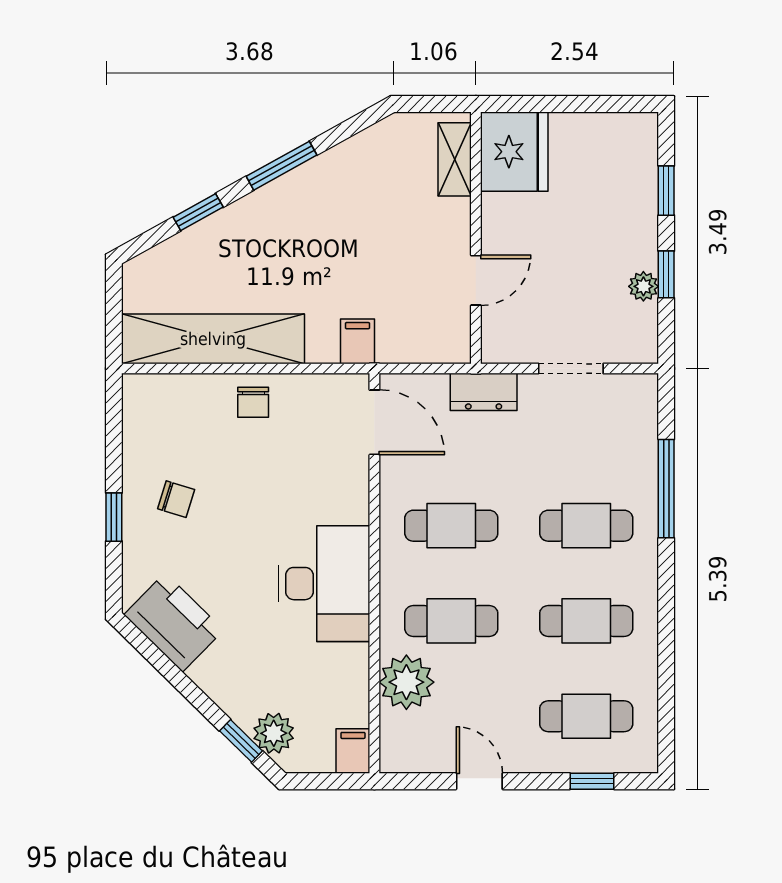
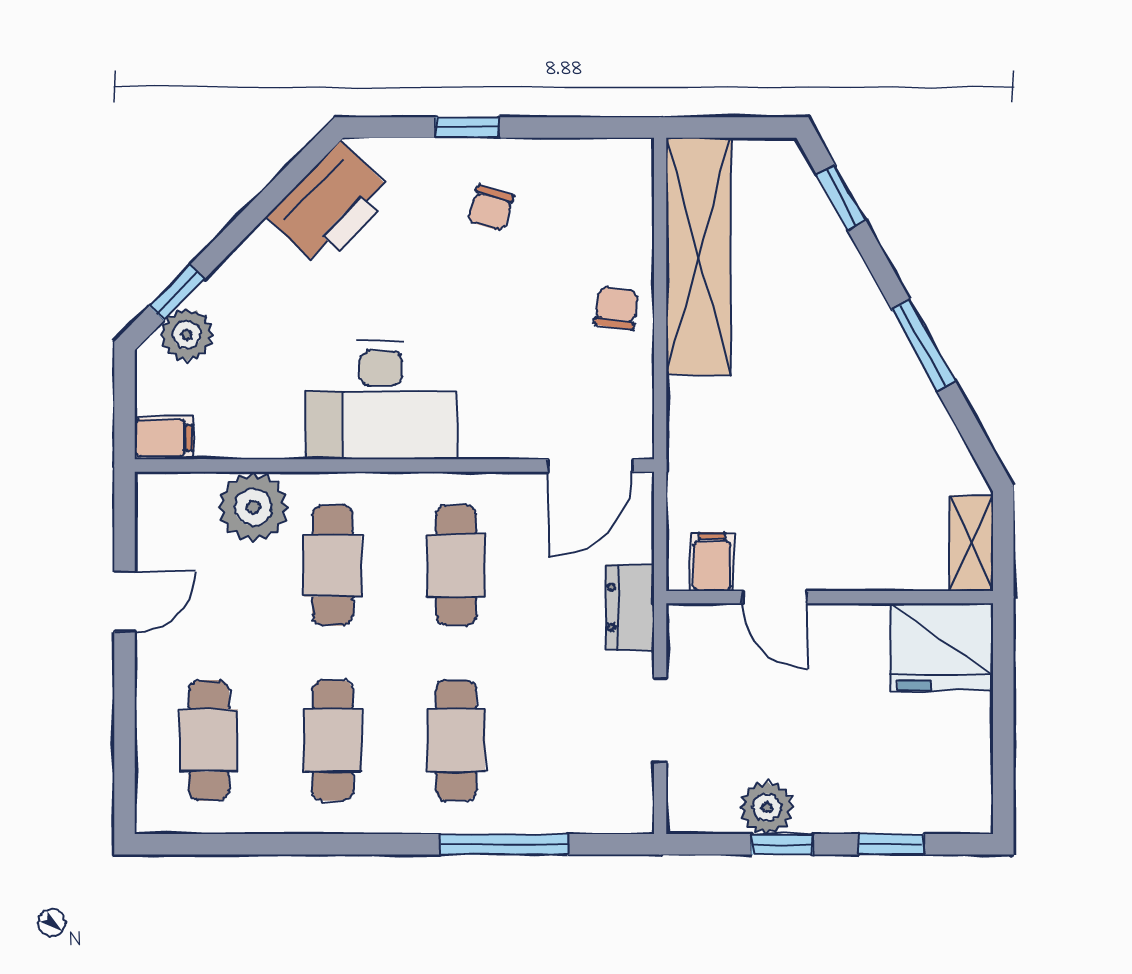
shelving: (455, 159) -> (972, 543), moved, turned 90
window: (198, 212) -> (841, 197), moved
plant: (643, 286) -> (767, 807), width x1.38, depth x1.38
filing cabinet: (358, 341) -> (712, 562), moved, turned -90
chair: (253, 402) -> (616, 308), turned 99
window: (592, 781) -> (125, 748), removed

